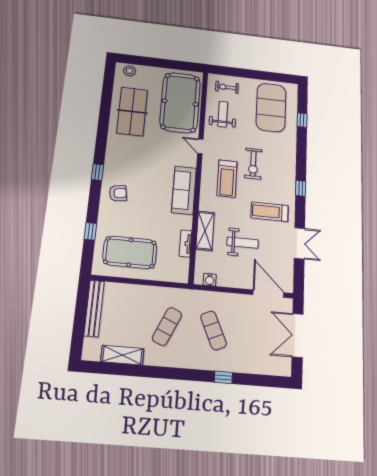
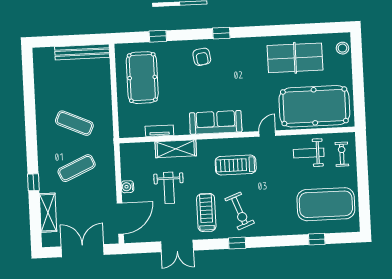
weight bench: (223, 114) -> (309, 153), turned 180
exercise bike: (253, 164) -> (240, 211), moved, turned -111
water cooler: (210, 280) -> (127, 187), moved
shelving: (122, 355) -> (48, 213), moved

